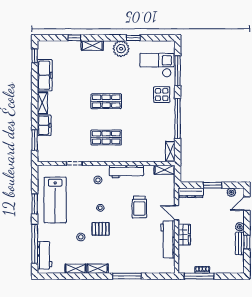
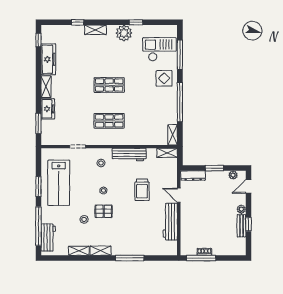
wardrobe: (184, 235) -> (186, 217), removed

